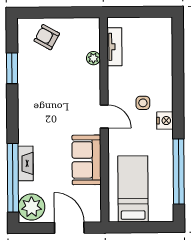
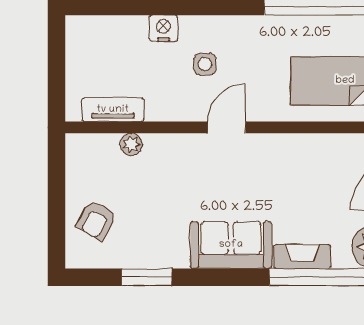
nightstand: (165, 121) -> (164, 28), moved
sofa: (87, 160) -> (231, 245), moved, turned 180

